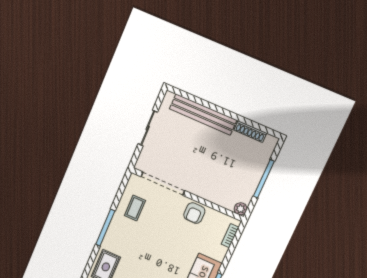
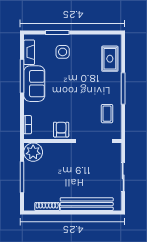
plant: (241, 209) -> (33, 152), width x1.88, depth x1.88

